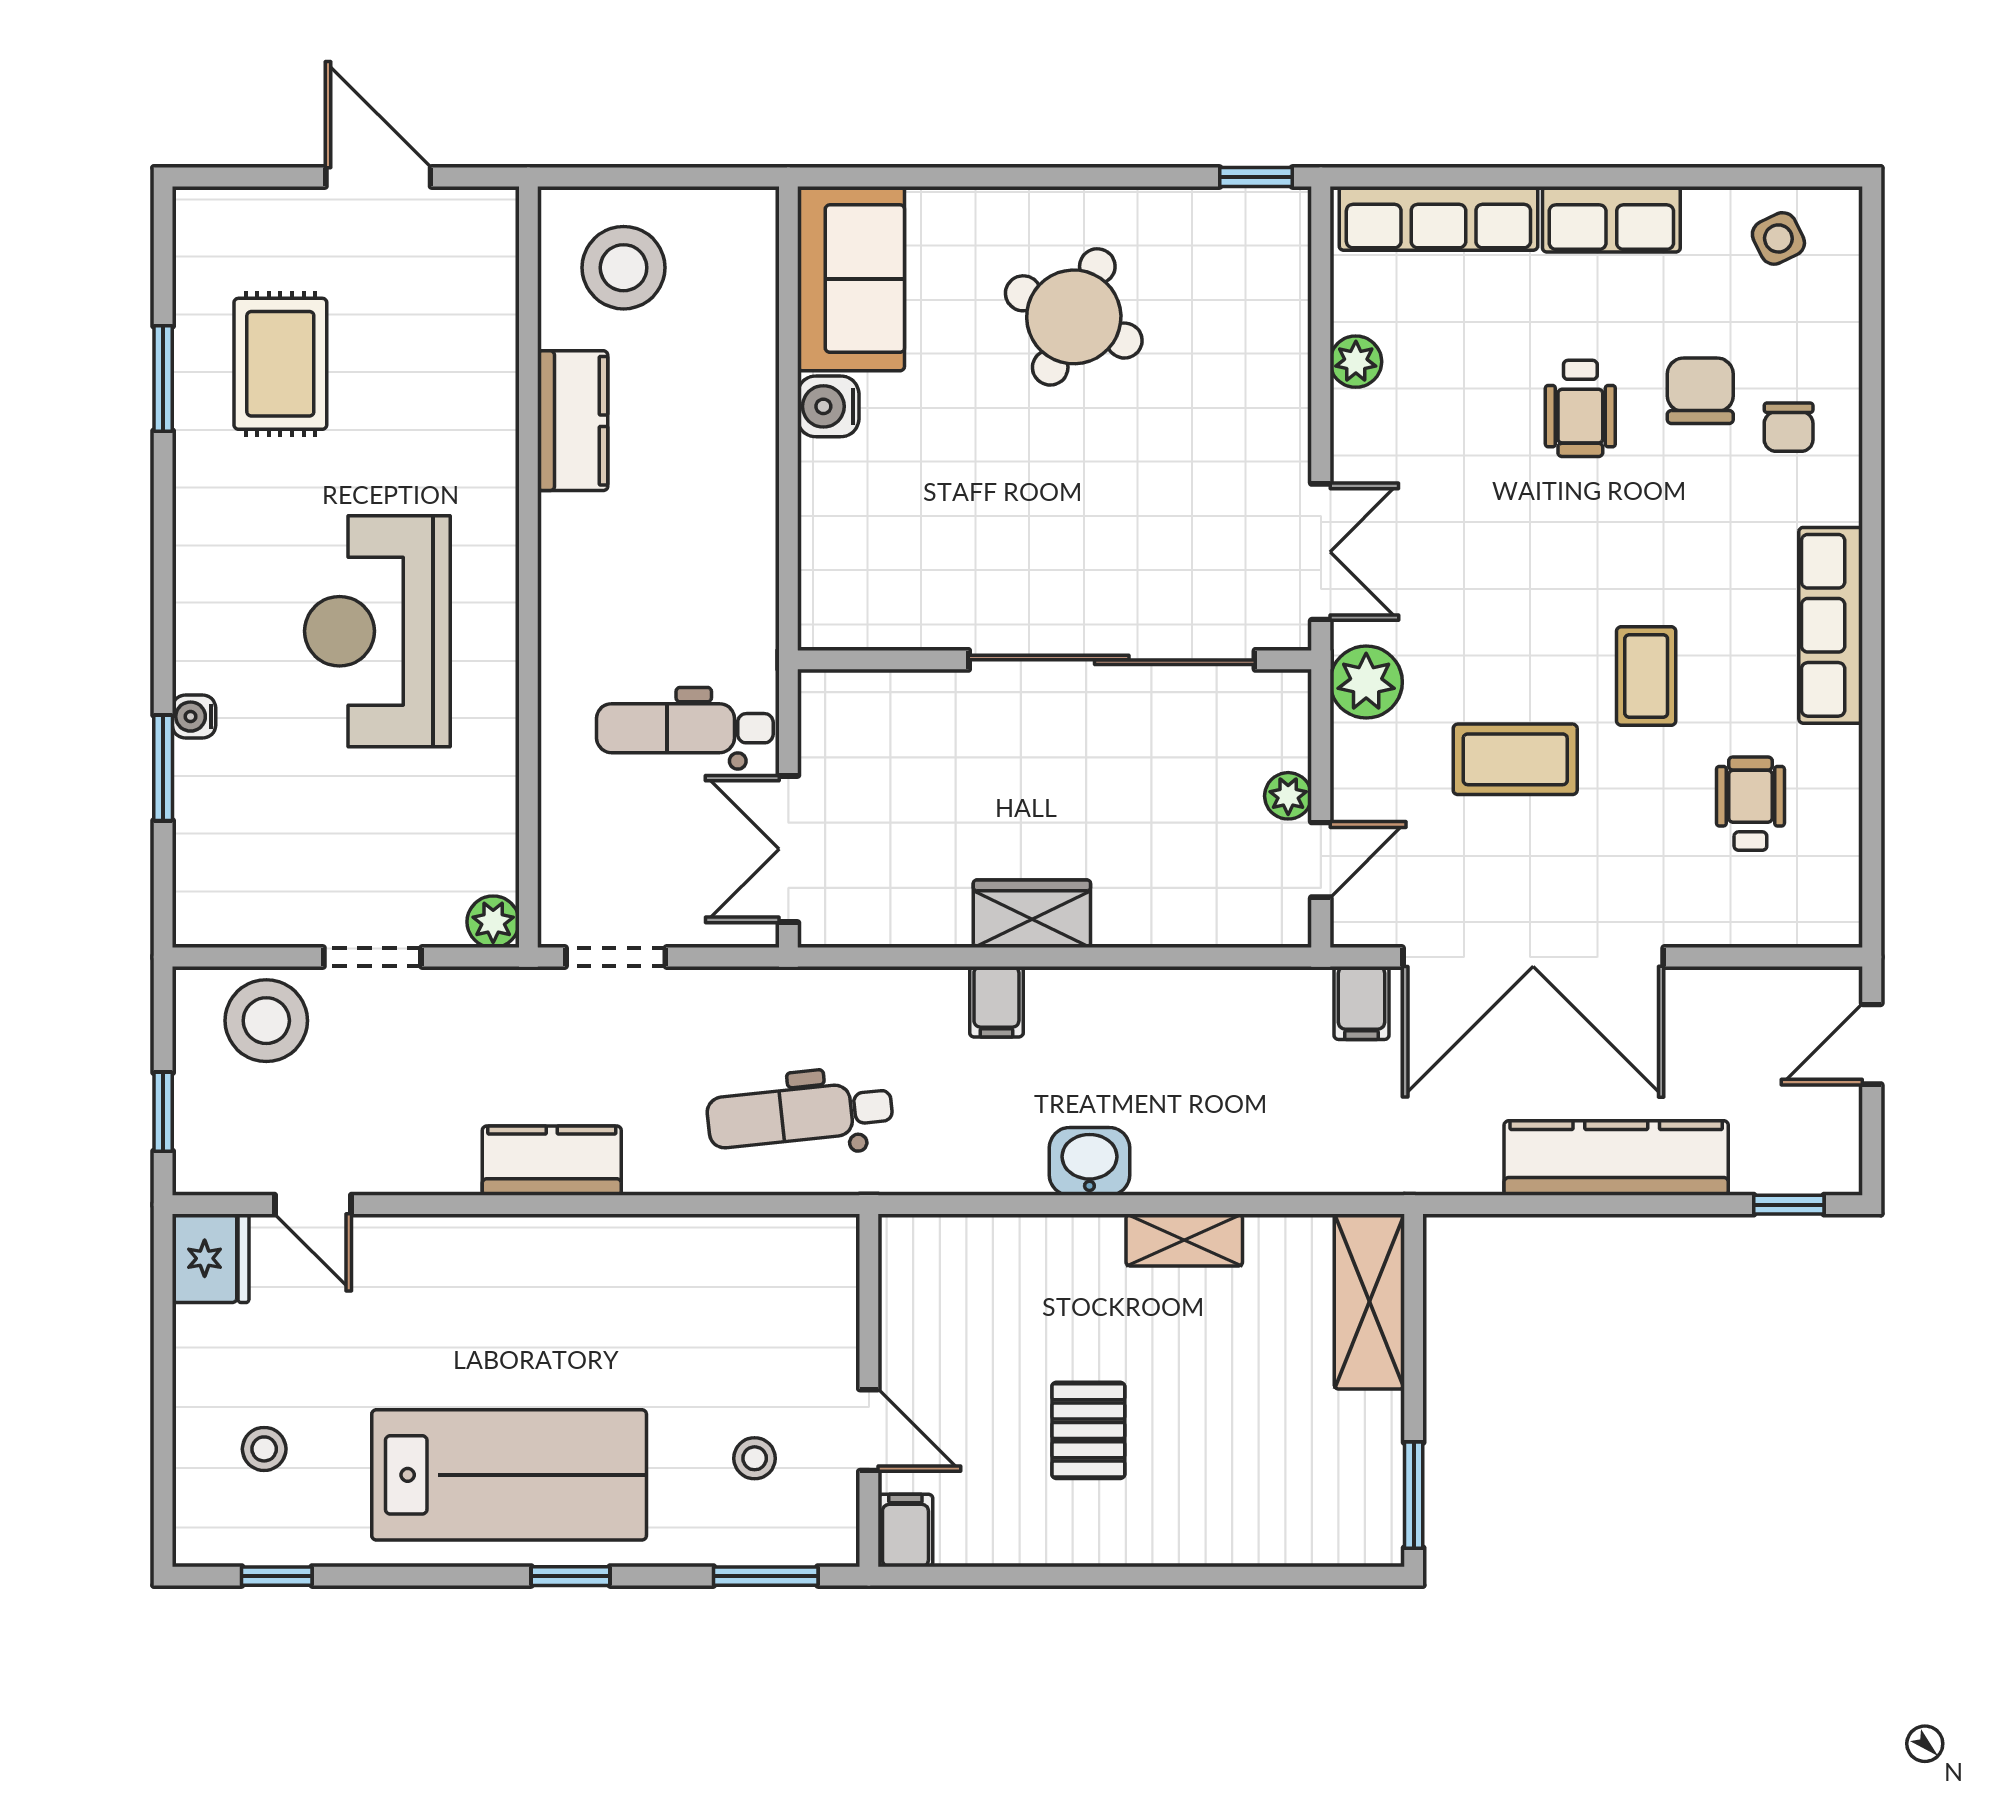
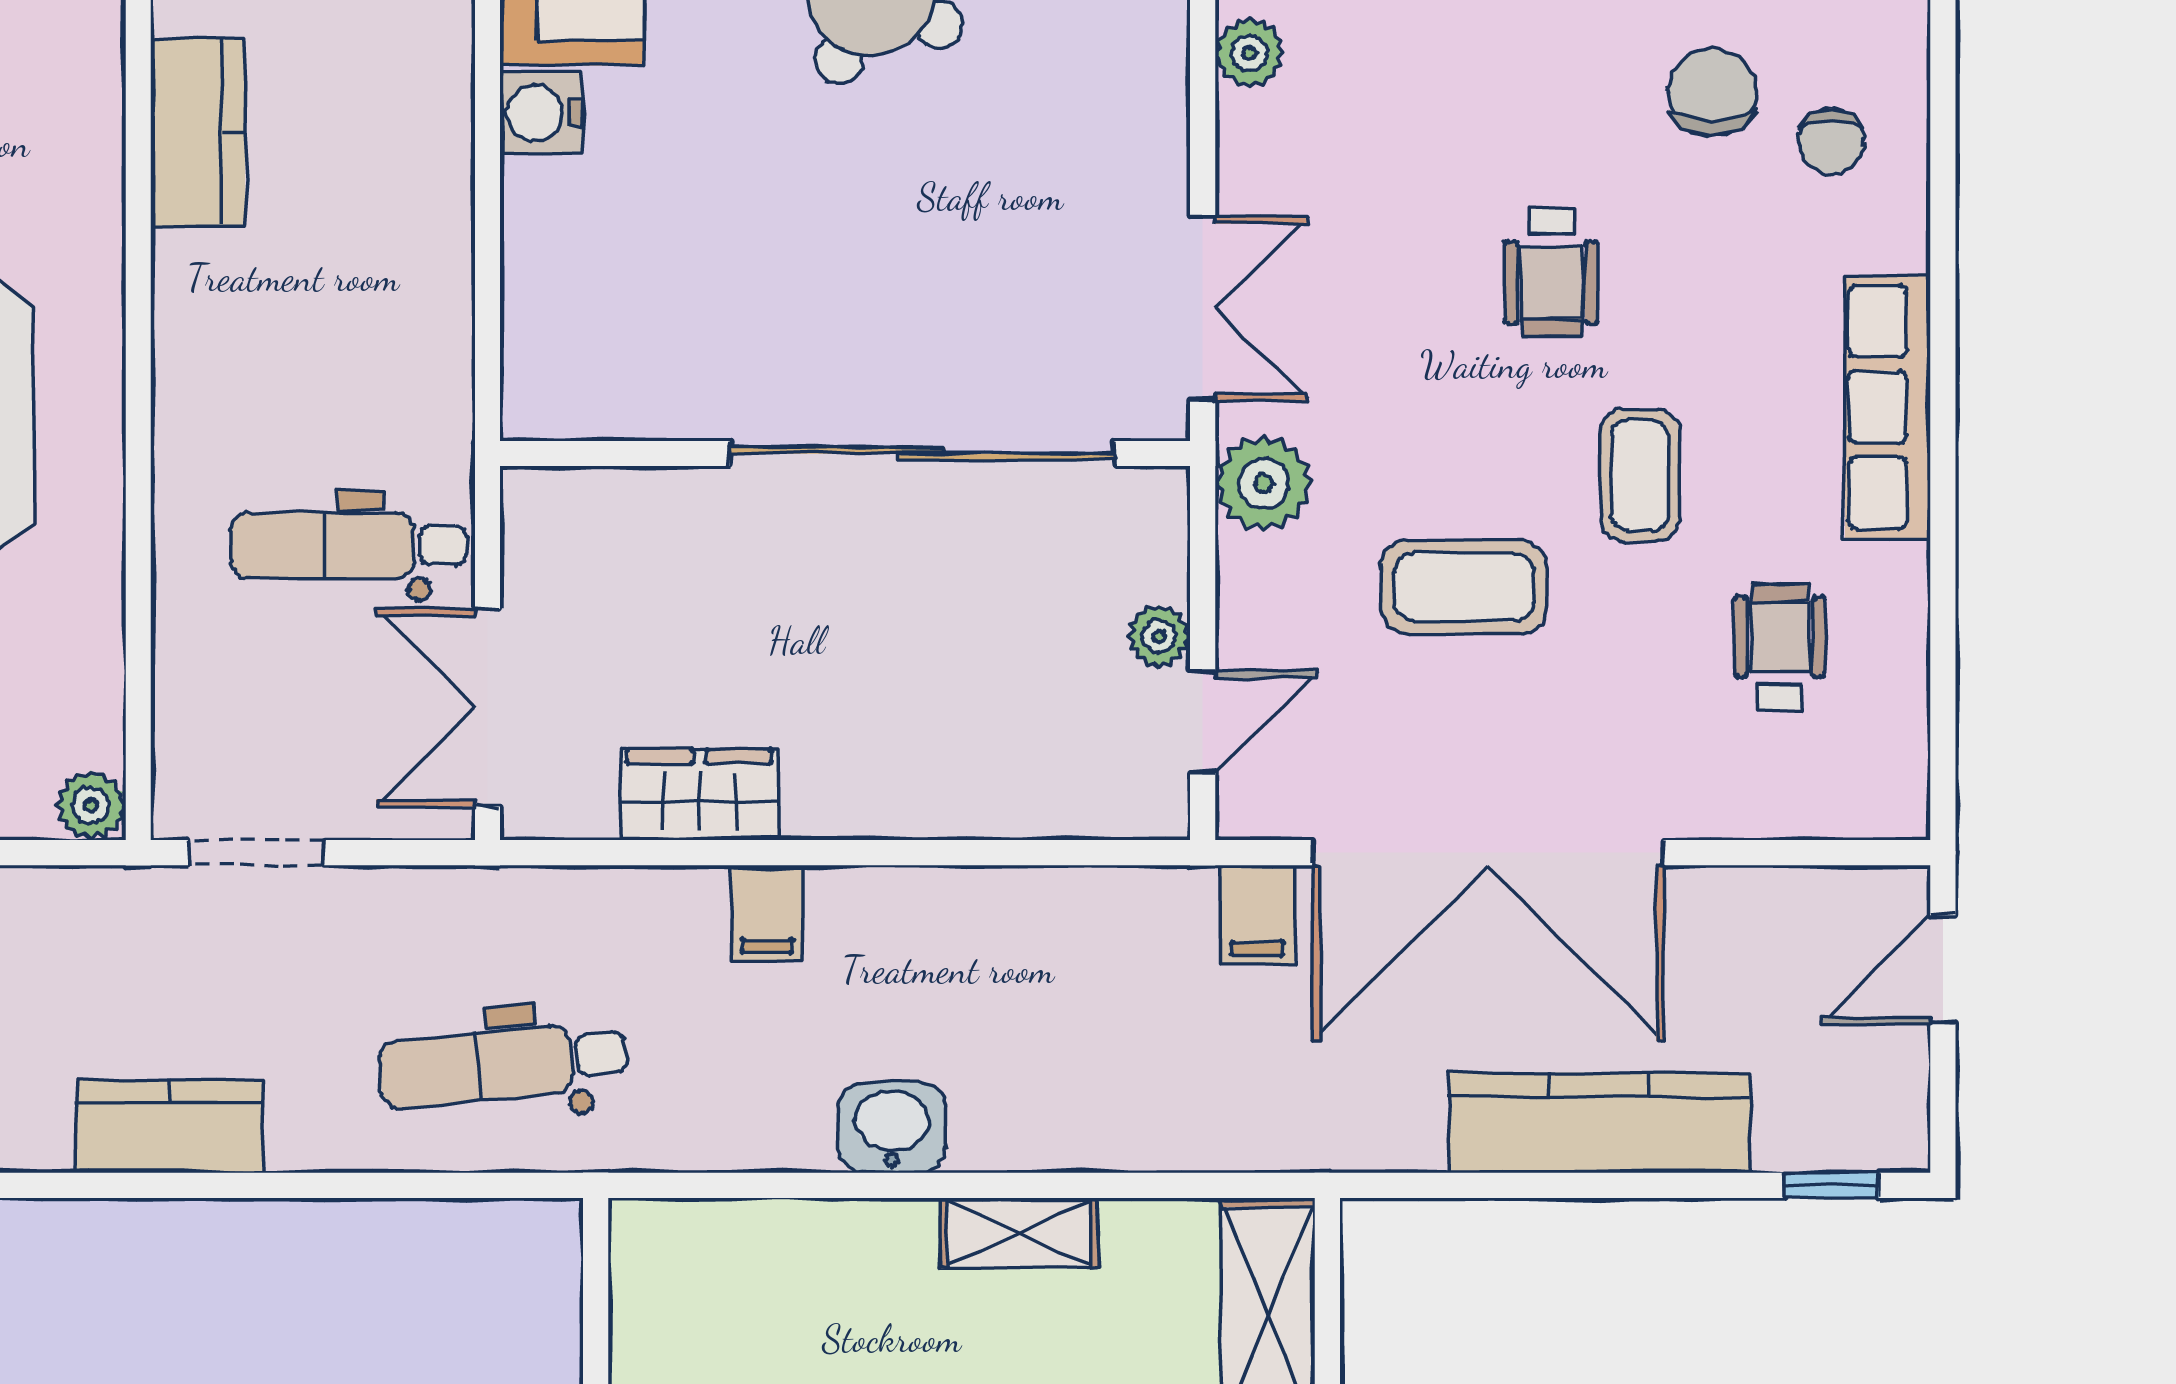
wheelchair: (1580, 408) -> (1551, 272), moved
wardrobe: (1032, 914) -> (699, 795), moved

